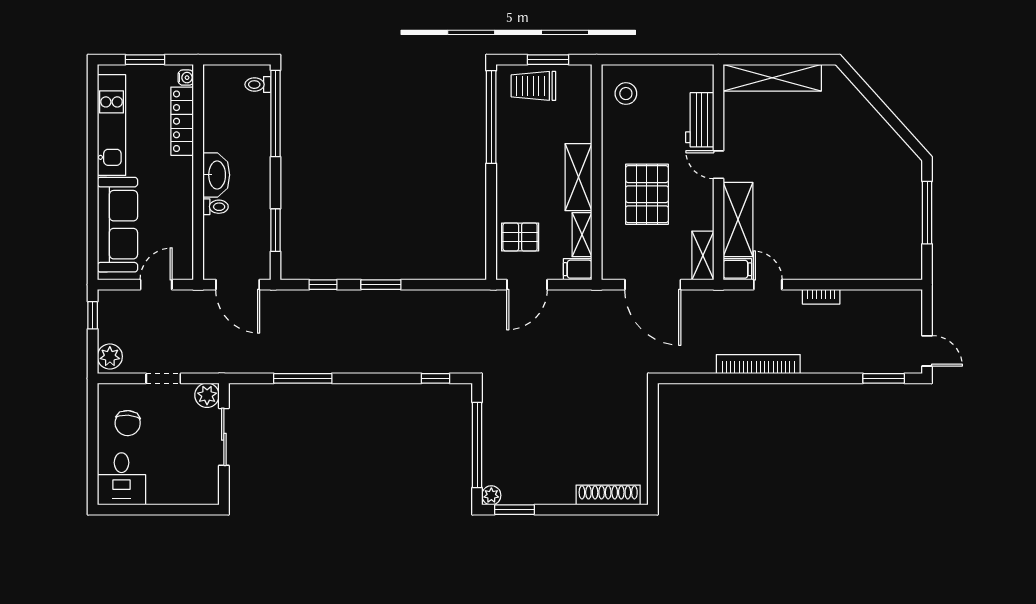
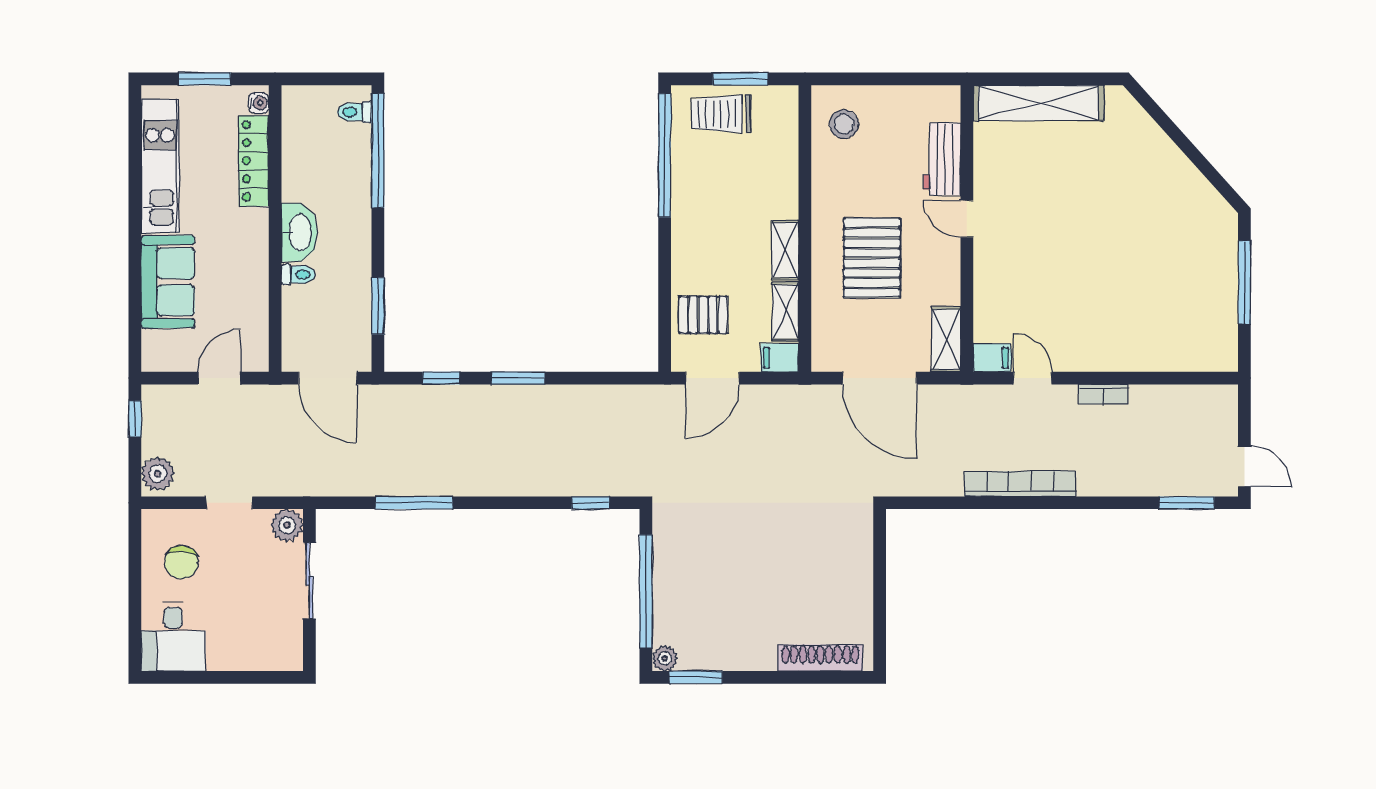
shelving: (578, 177) -> (785, 250), width x0.67, depth x0.75
shelving: (738, 220) -> (993, 292), removed
sofa: (117, 225) -> (168, 282), width x0.73

